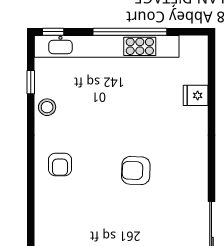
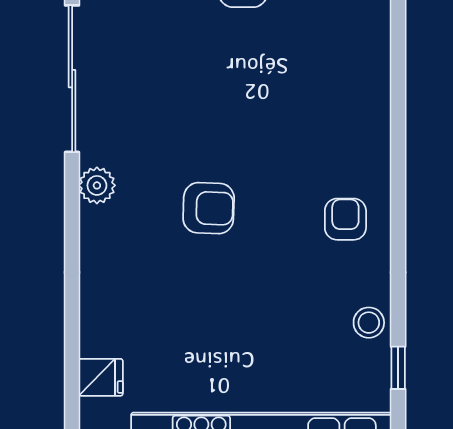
fridge: (196, 95) -> (101, 377), moved
plant: (198, 183) -> (97, 185), added

